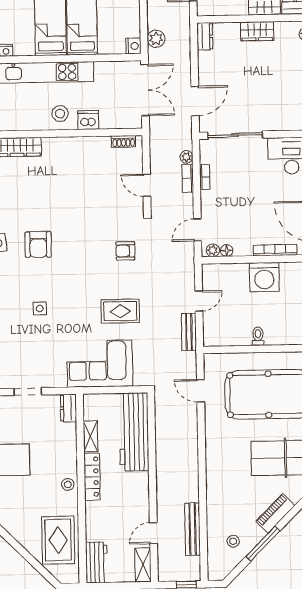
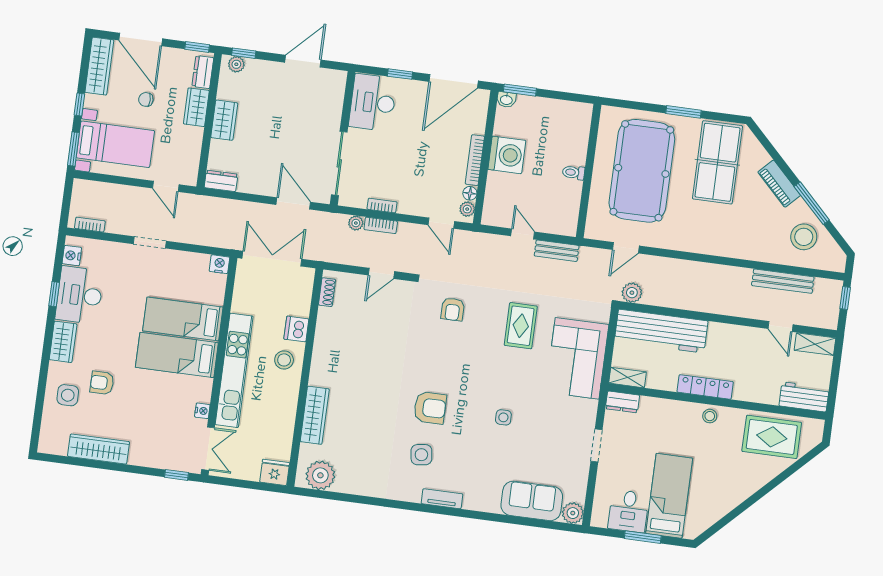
plant: (156, 39) -> (632, 293), moved
bookcase: (275, 250) -> (475, 160), moved
shelving: (90, 436) -> (628, 378), moved
stool: (233, 541) -> (804, 237), width x1.89, depth x1.89

